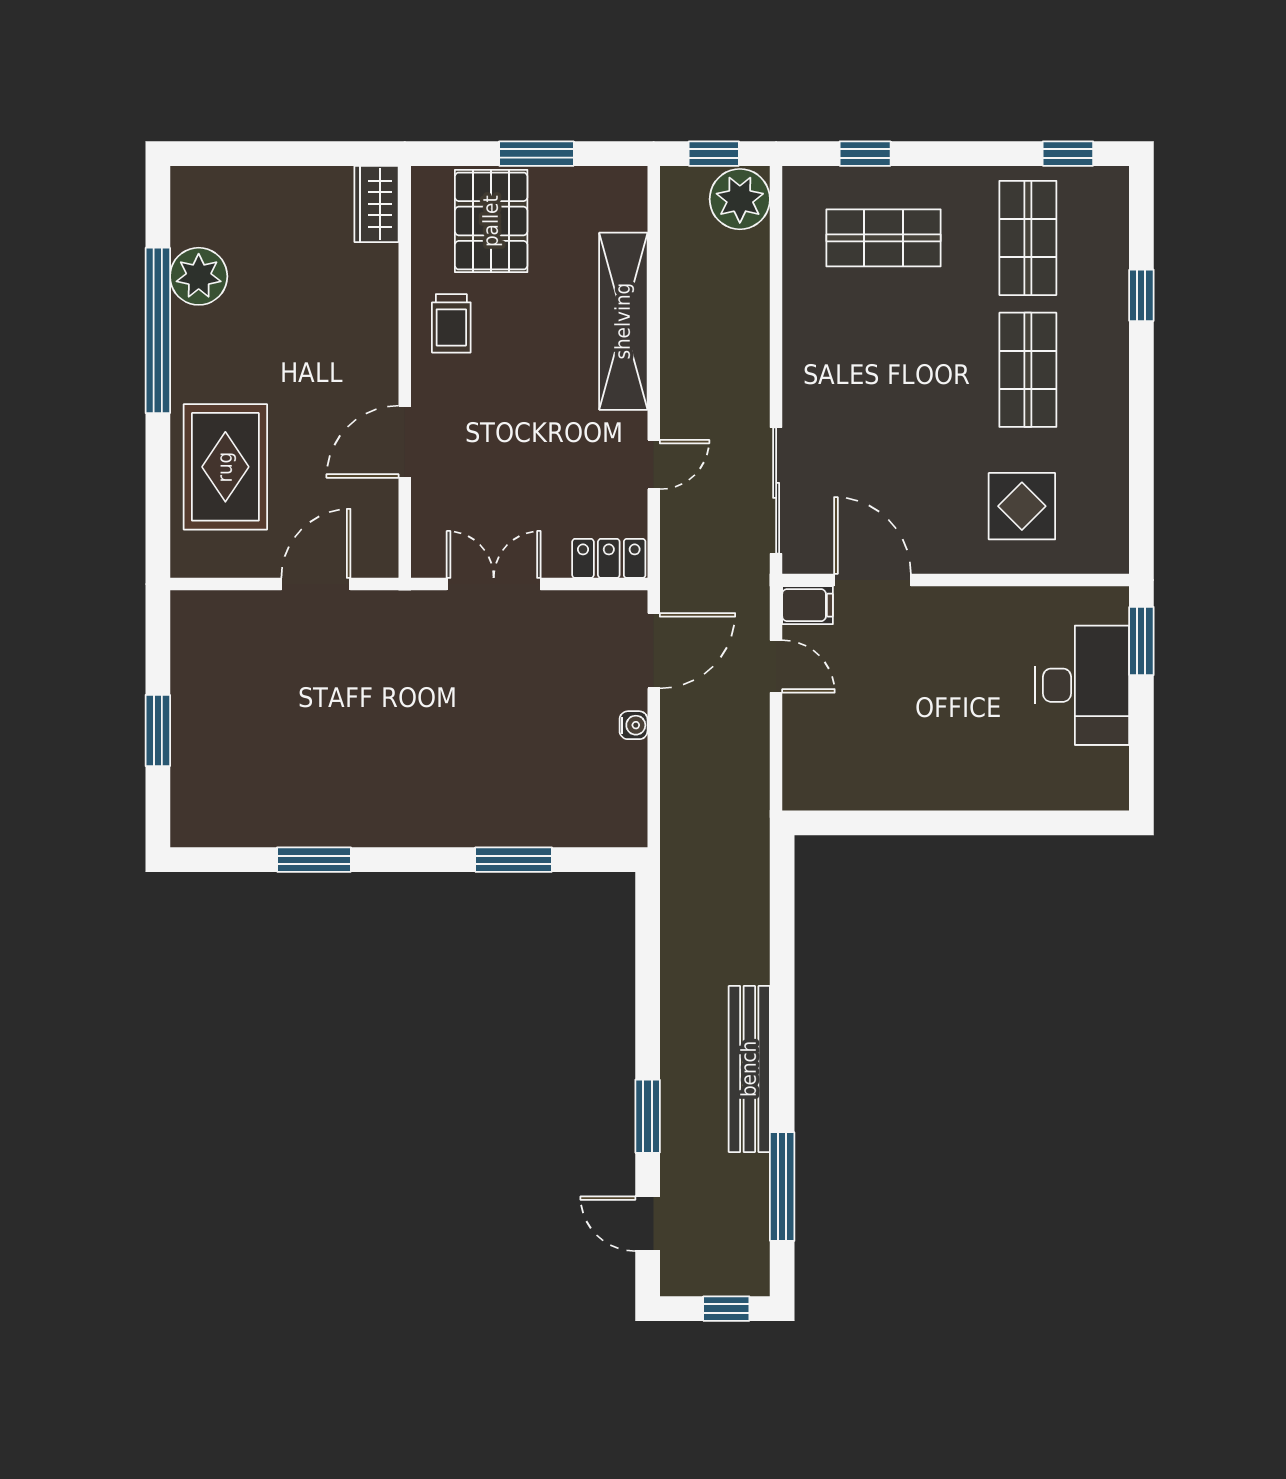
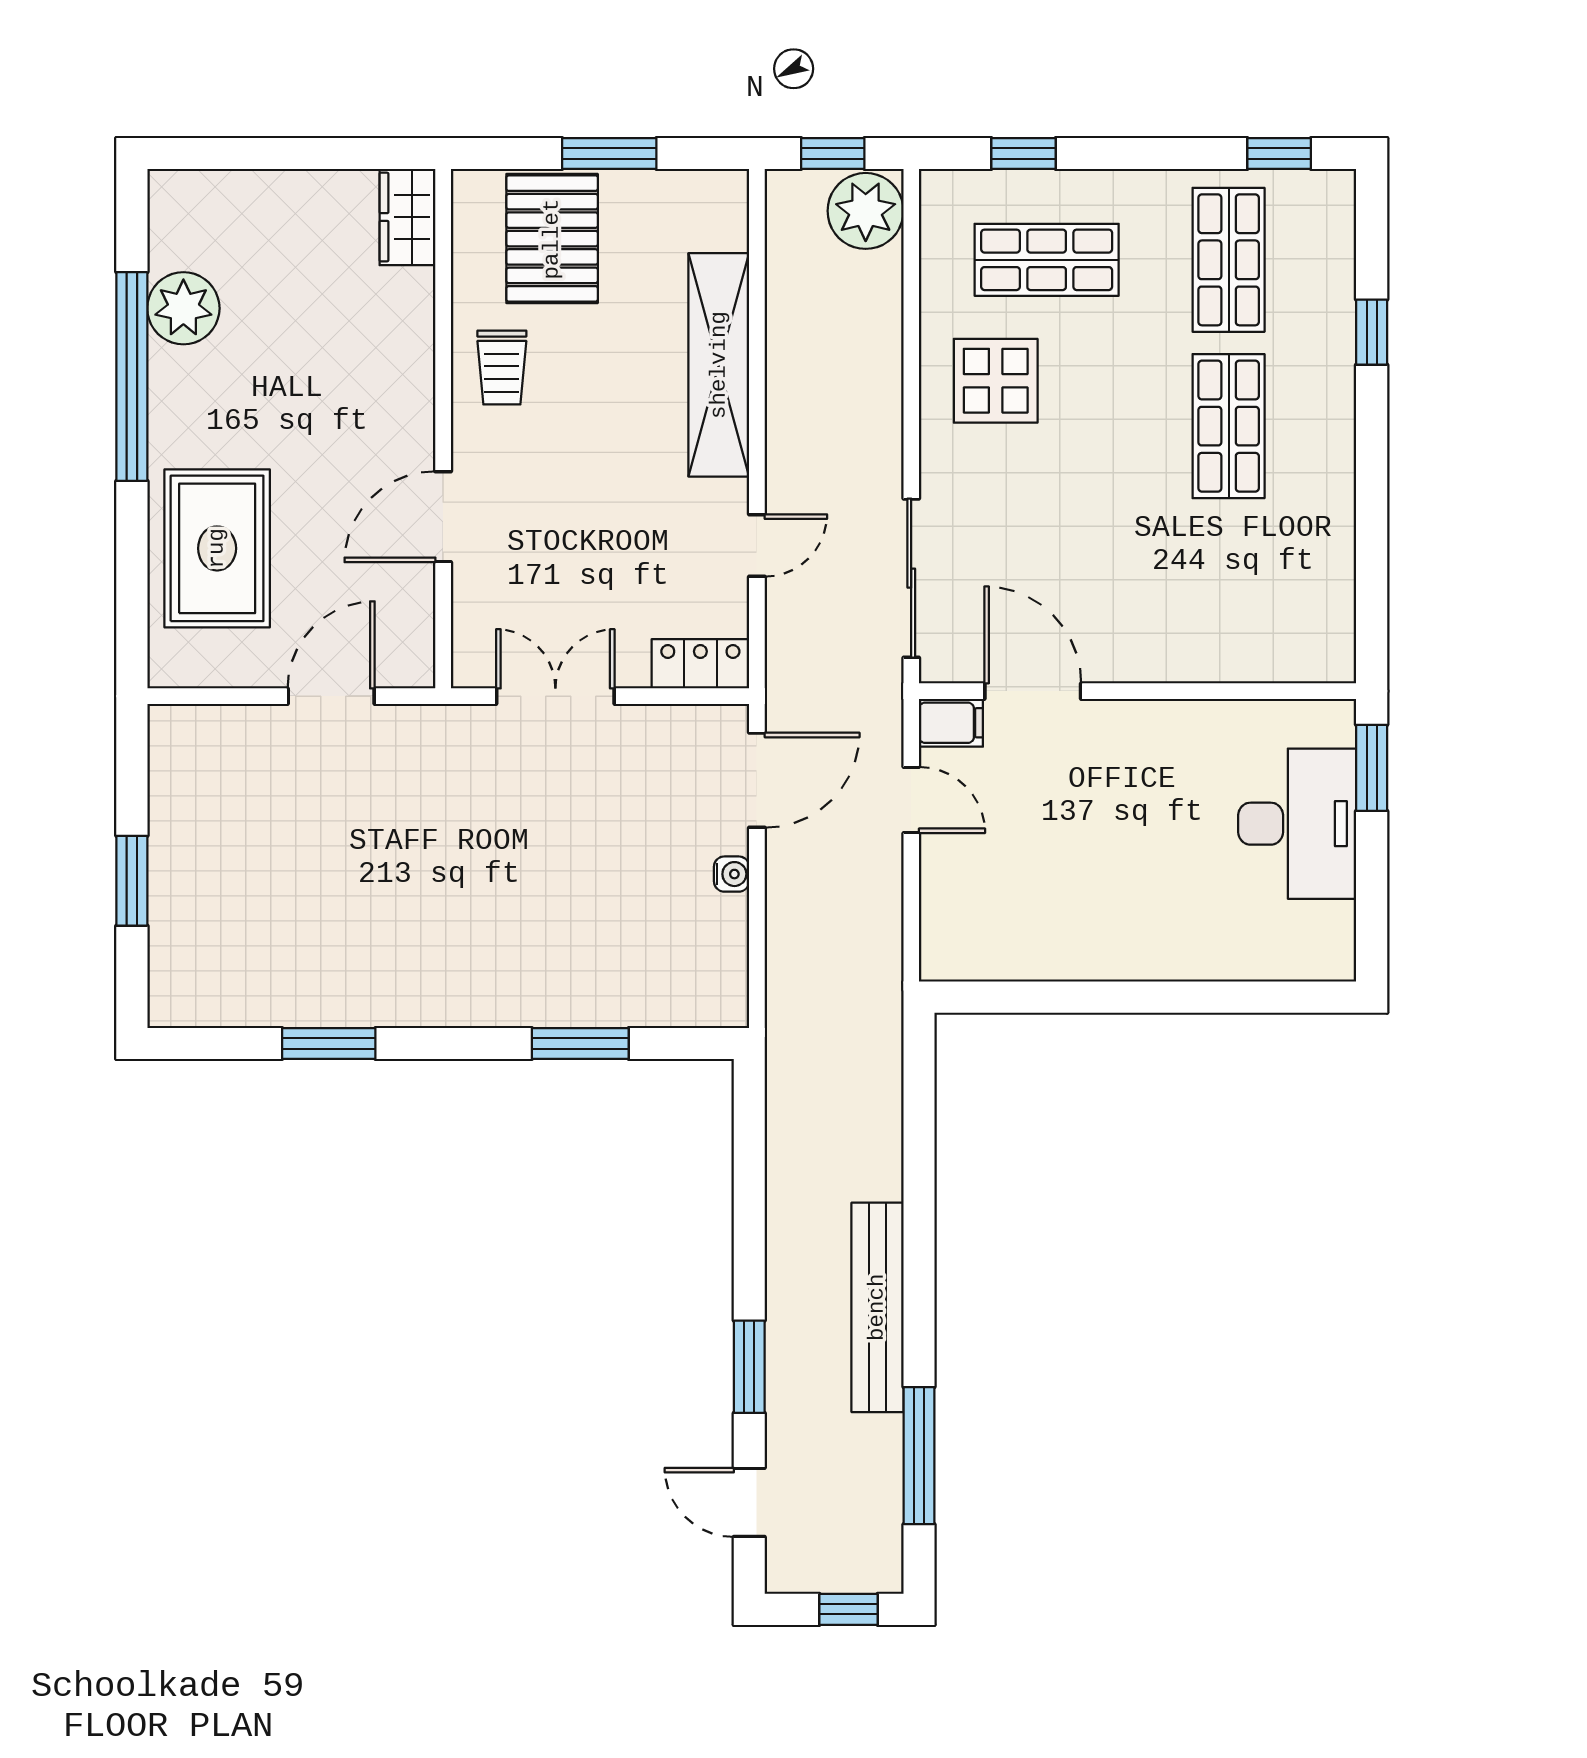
display table: (1022, 506) -> (996, 381), moved

